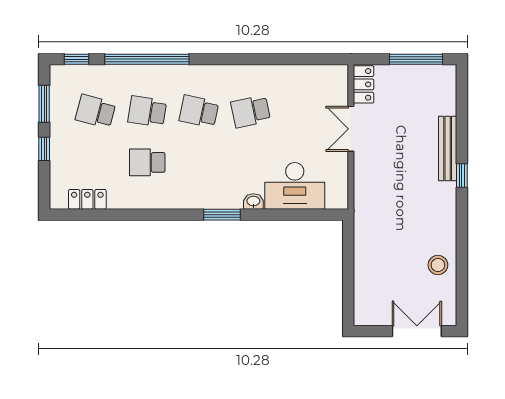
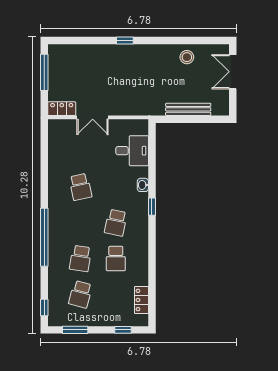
window: (147, 59) -> (44, 237), moved
school desk: (199, 111) -> (116, 223), moved
window: (44, 149) -> (123, 330), moved
bench: (448, 149) -> (188, 109), moved
desk: (295, 186) -> (132, 151), width x0.73
window: (222, 215) -> (152, 207), width x0.67

